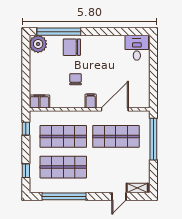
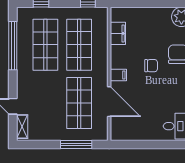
chair: (75, 79) -> (151, 66), moved
filing cabinet: (39, 102) -> (118, 33), moved
window: (153, 139) -> (76, 144), width x0.68

